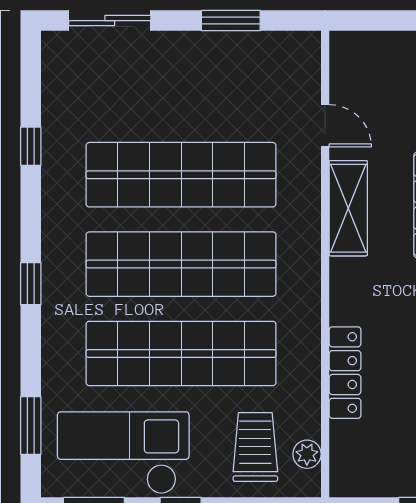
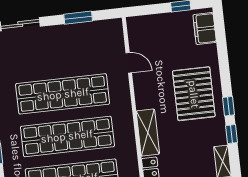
shelving: (348, 208) -> (148, 133), moved

